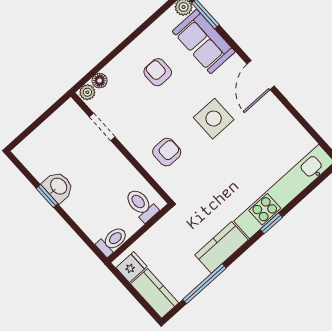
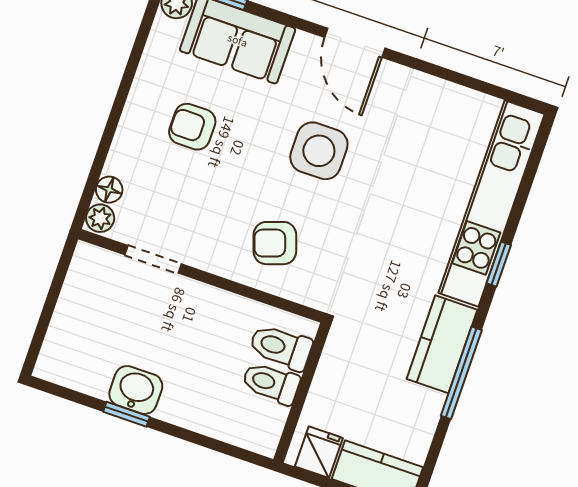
armchair: (167, 152) -> (275, 243), turned -109
toilet: (112, 241) -> (271, 383), moved, turned -90
window: (204, 284) -> (461, 373), moved

